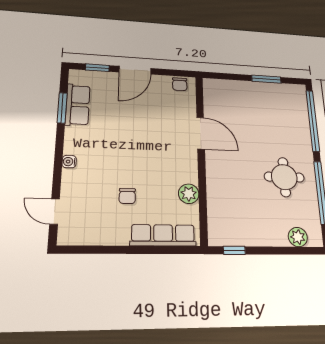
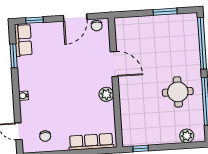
door: (135, 70) -> (75, 17), moved
row of seats: (78, 105) -> (23, 40), moved
plant: (189, 194) -> (106, 94), moved
chair: (127, 196) -> (45, 136), moved

